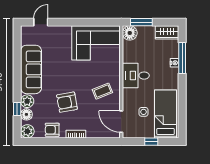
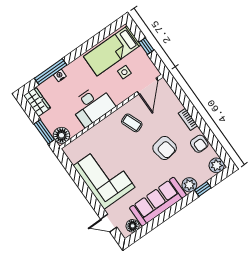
corner sofa: (96, 43) -> (104, 177), moved
desk: (136, 76) -> (92, 105), width x1.37
floor lamp: (26, 114) -> (133, 226), moved

